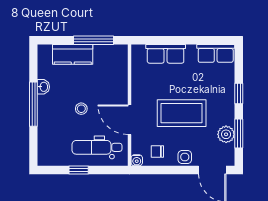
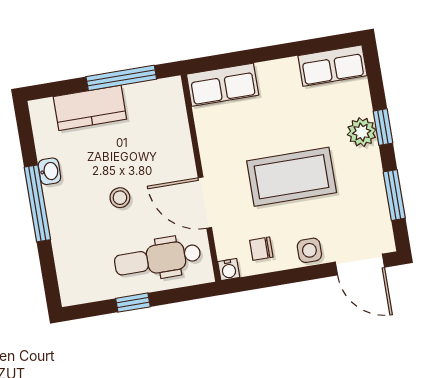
row of seats: (166, 54) -> (223, 85), moved
plant: (226, 134) -> (362, 132), moved

